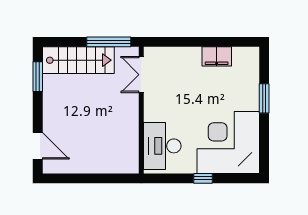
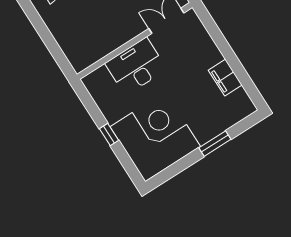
desk: (162, 146) -> (136, 66), moved

